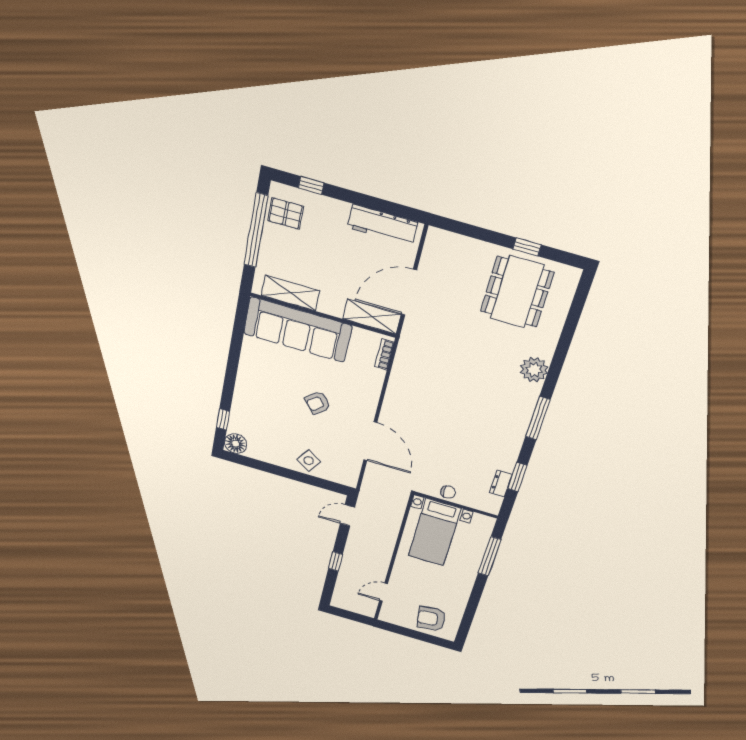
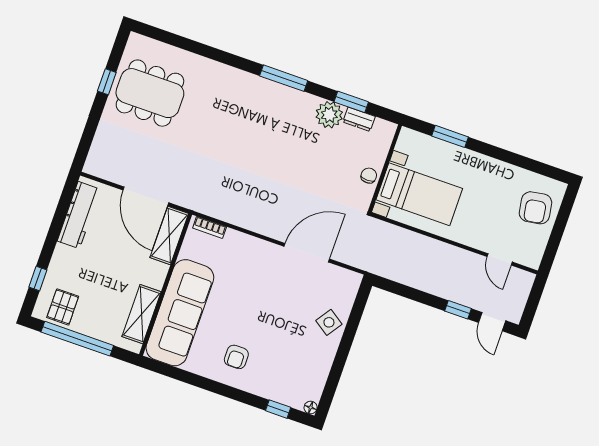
plant: (534, 370) -> (329, 115), moved
armchair: (318, 403) -> (236, 357), moved, turned 40
floor lamp: (236, 444) -> (311, 408), width x0.53, depth x0.53
door: (347, 515) -> (492, 322), moved
window: (489, 556) -> (450, 136), width x0.69

